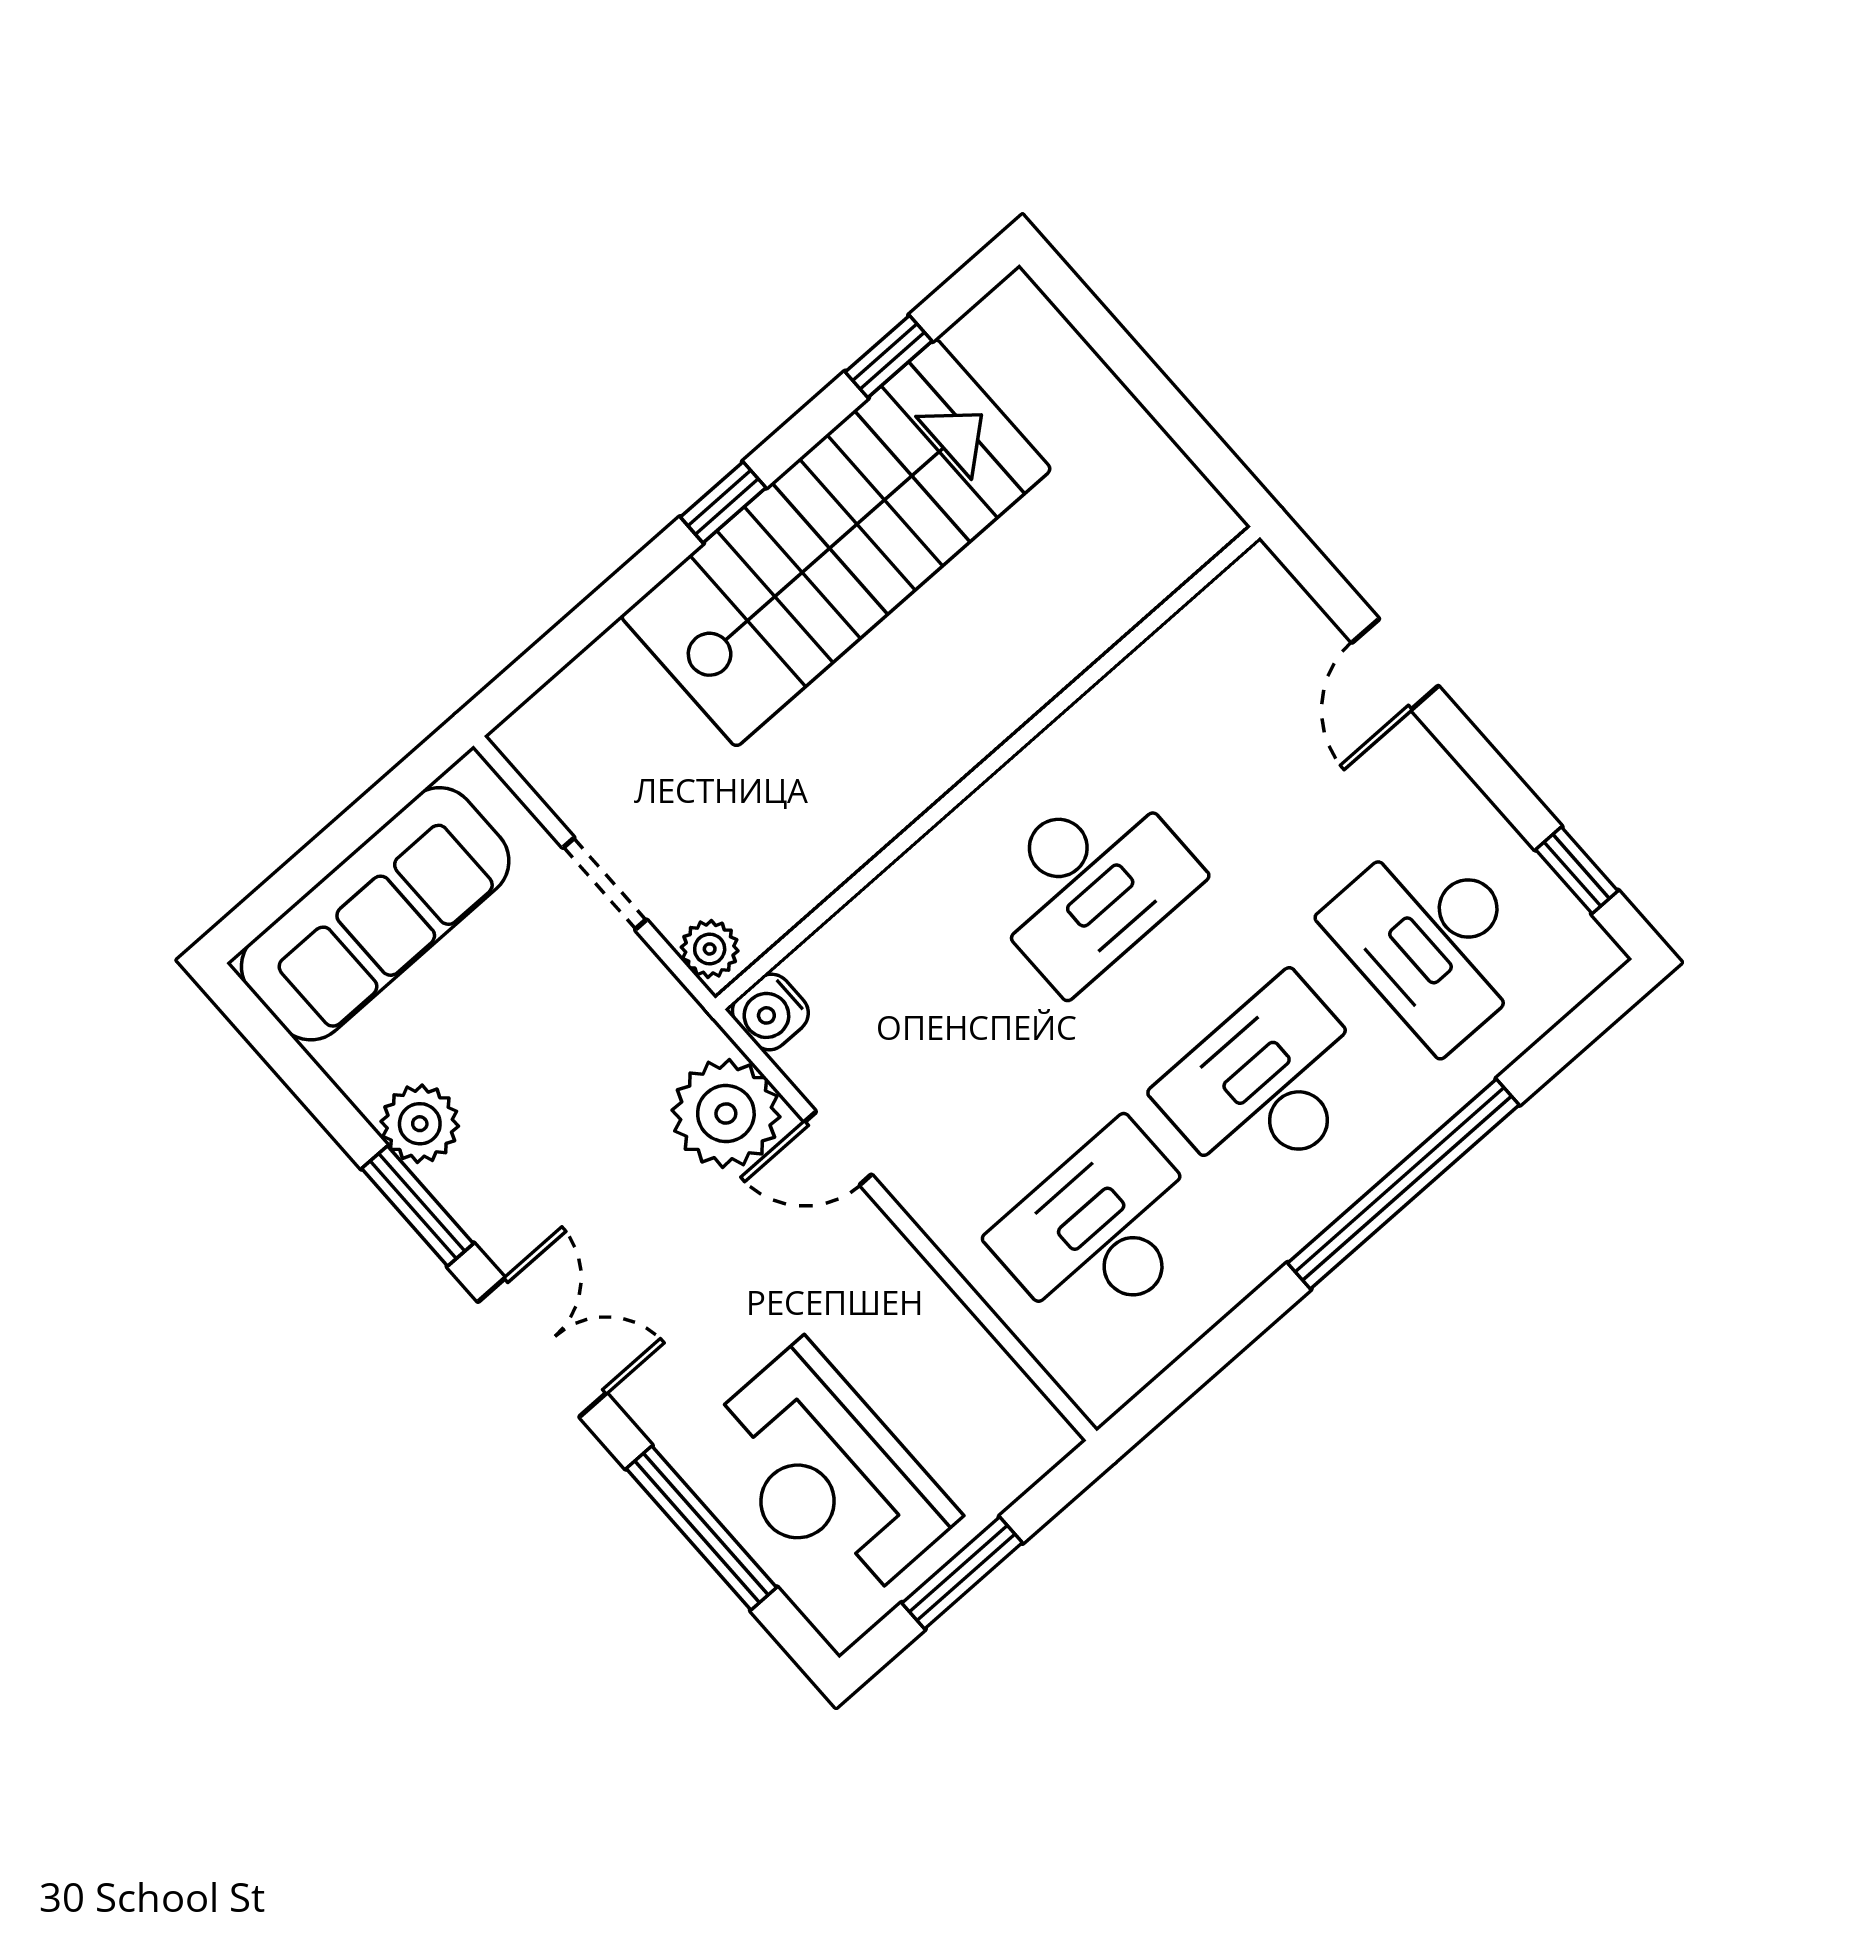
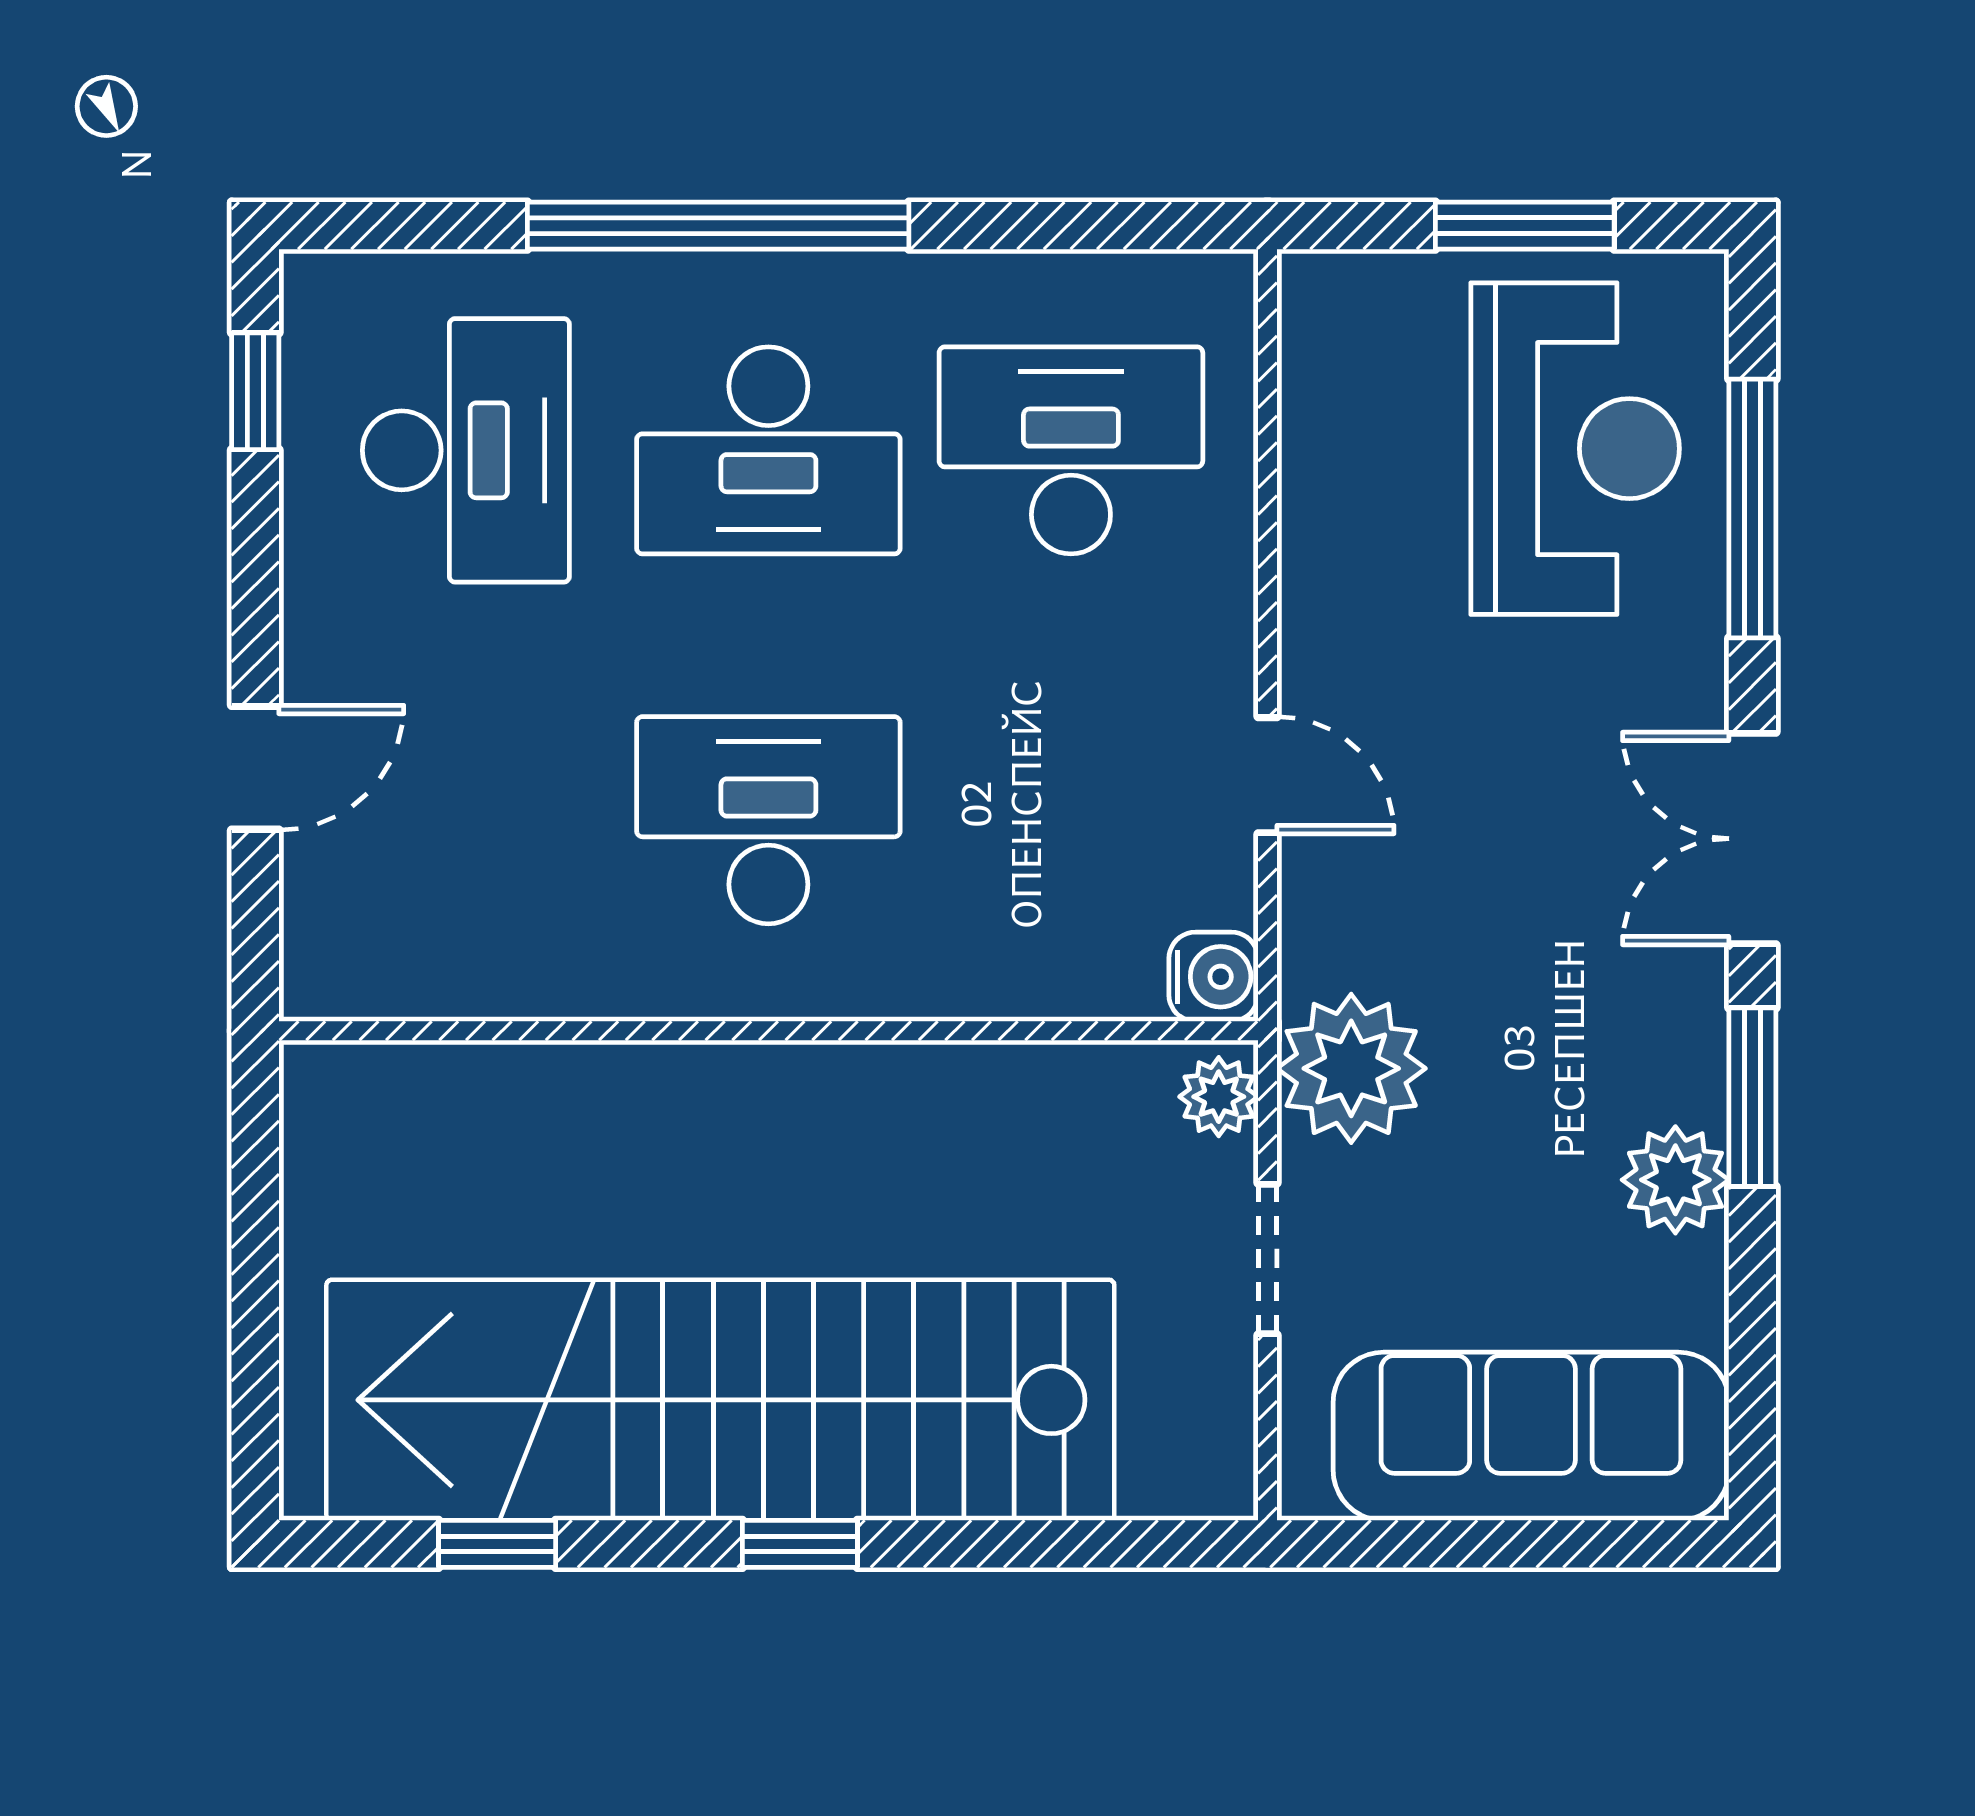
stairs: (836, 543) -> (720, 1400), width x1.36
plant: (726, 1114) -> (1351, 1068), moved
desk: (1102, 1231) -> (1071, 450), turned 180

